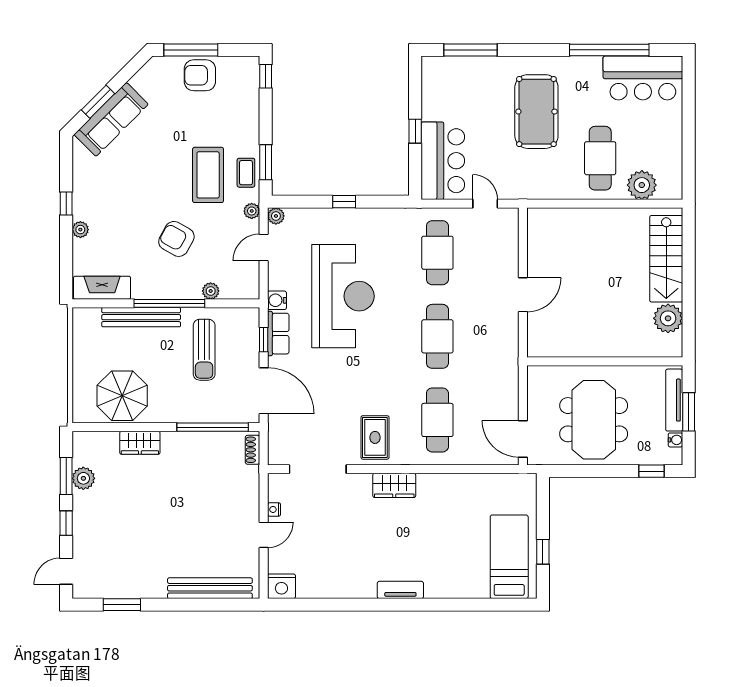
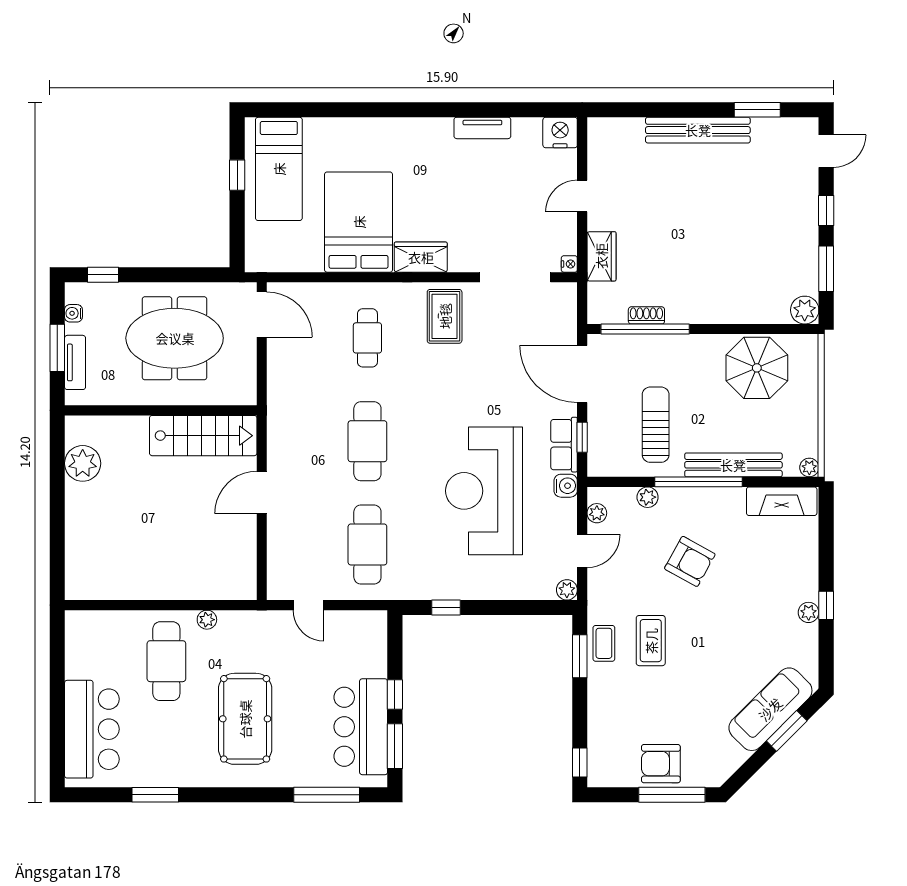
window: (609, 50) -> (155, 795), width x0.47
armchair: (200, 75) -> (661, 764), turned 180
bar counter: (643, 78) -> (92, 729), moved, turned 90
window: (415, 89) -> (395, 746), added
bar counter: (443, 161) -> (361, 727), moved
coffee table: (208, 175) -> (651, 641), width x0.73, depth x0.76
plant: (642, 185) -> (207, 620), moved, width x0.53, depth x0.53
window: (344, 202) -> (446, 608), moved
plant: (252, 211) -> (597, 513), moved
plant: (80, 230) -> (809, 612), moved
stairs: (666, 259) -> (203, 436), moved, turned 90
plant: (80, 315) -> (809, 467), added
tv unit: (674, 400) -> (75, 362), width x0.71
cafe table: (437, 420) -> (367, 338), width x0.73, depth x0.74
meeting table: (594, 420) -> (175, 338), turned 90
wardrobe: (140, 443) -> (601, 256), moved, turned 90
shoe rack: (253, 450) -> (646, 315), moved, turned -90
plant: (83, 478) -> (805, 310), moved
nightstand: (274, 509) -> (569, 264), moved
bed: (445, 514) -> (359, 222), added
bench: (210, 588) -> (698, 130), moved
tv unit: (400, 590) -> (482, 128), moved

